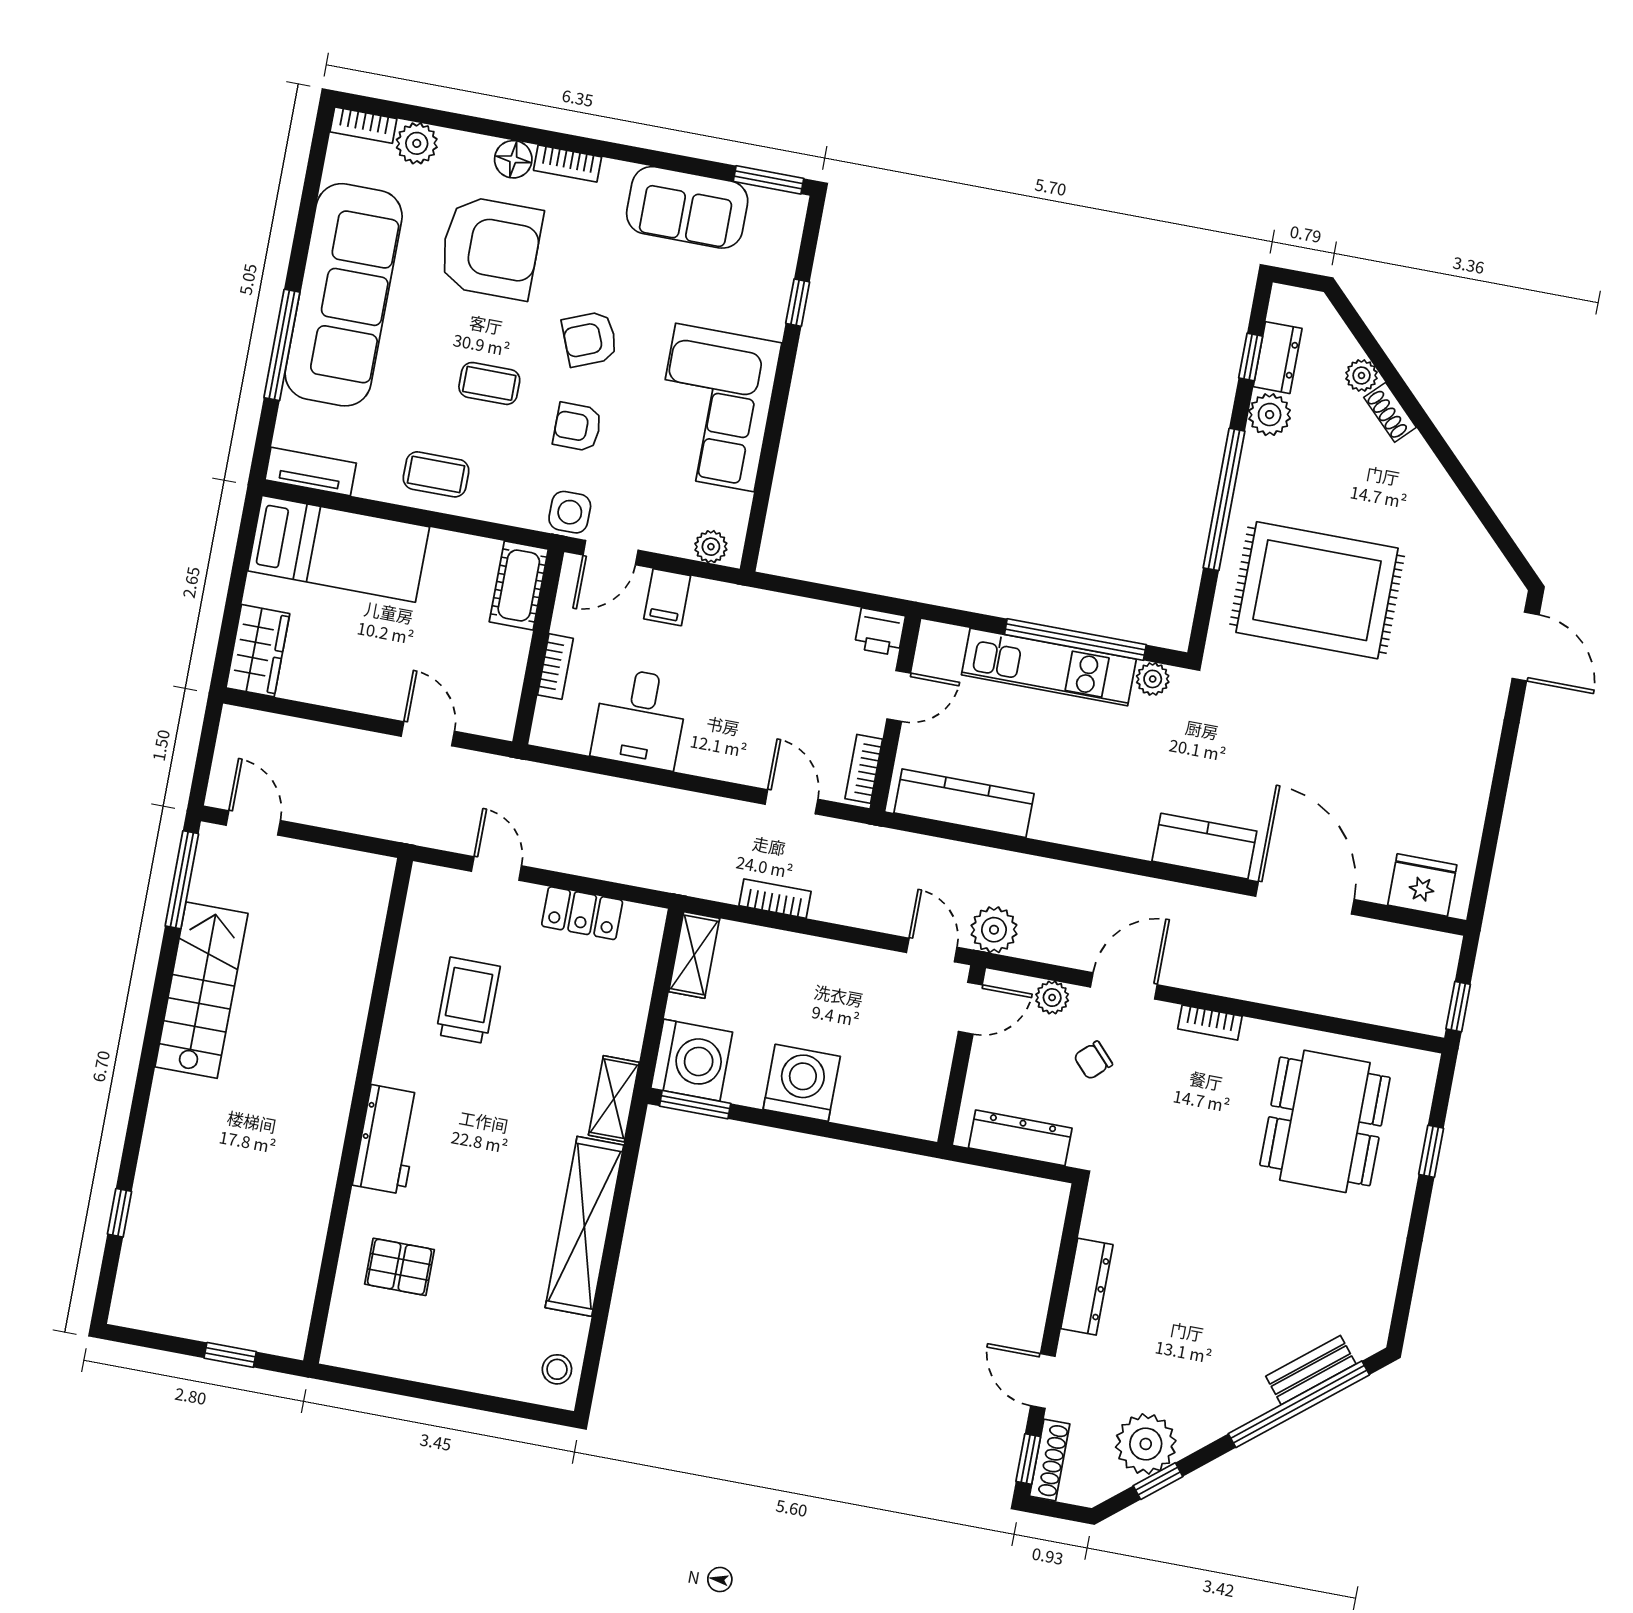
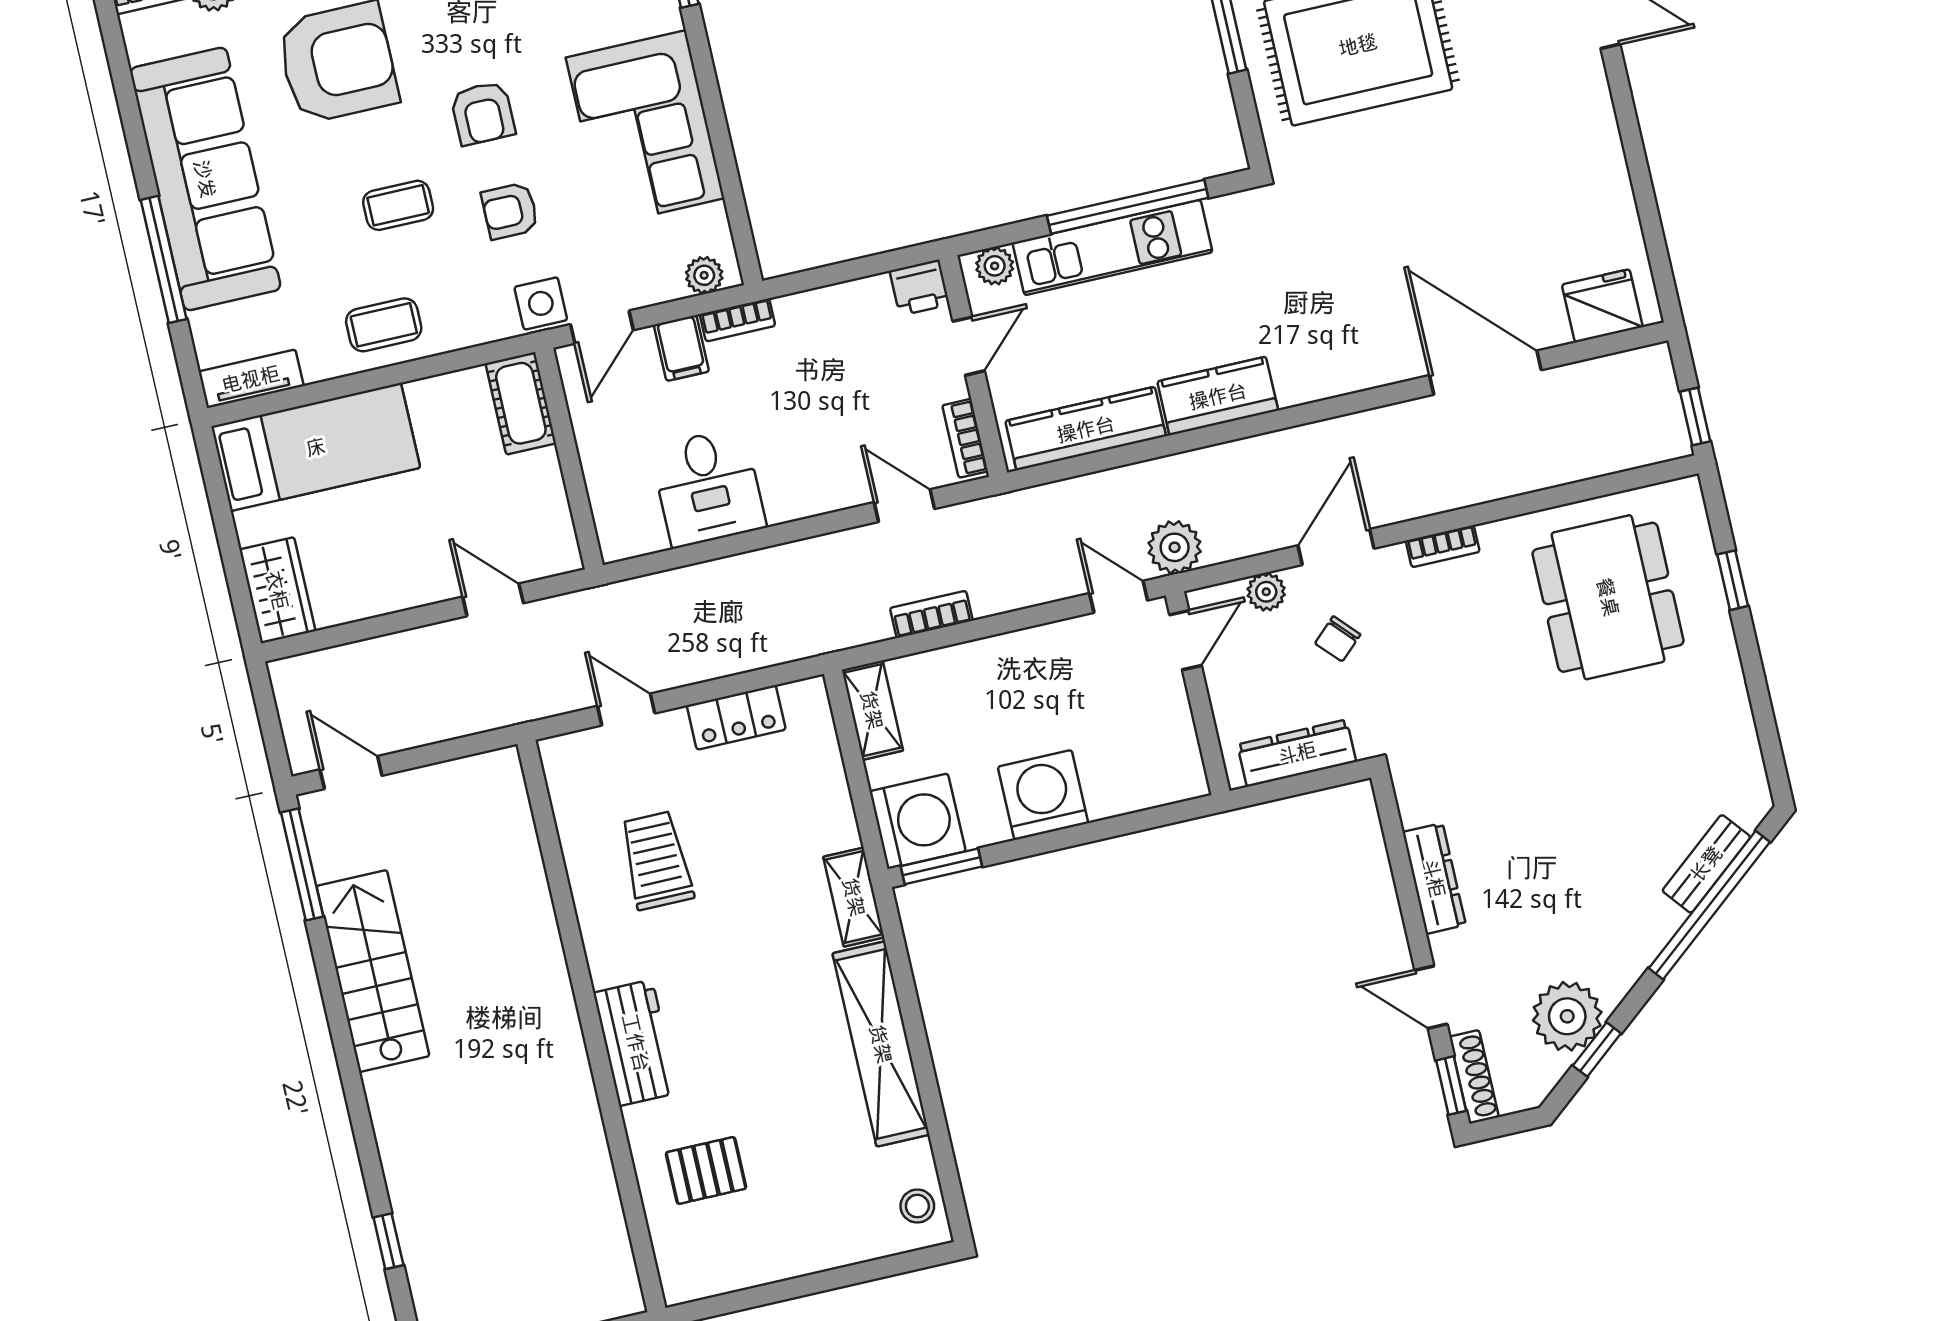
armchair: (590, 339) -> (483, 113), turned -68
bookcase: (555, 667) -> (738, 320), moved, turned 90
plant: (1153, 679) -> (995, 266), moved
kitchen counter: (1204, 846) -> (1218, 396), moved

